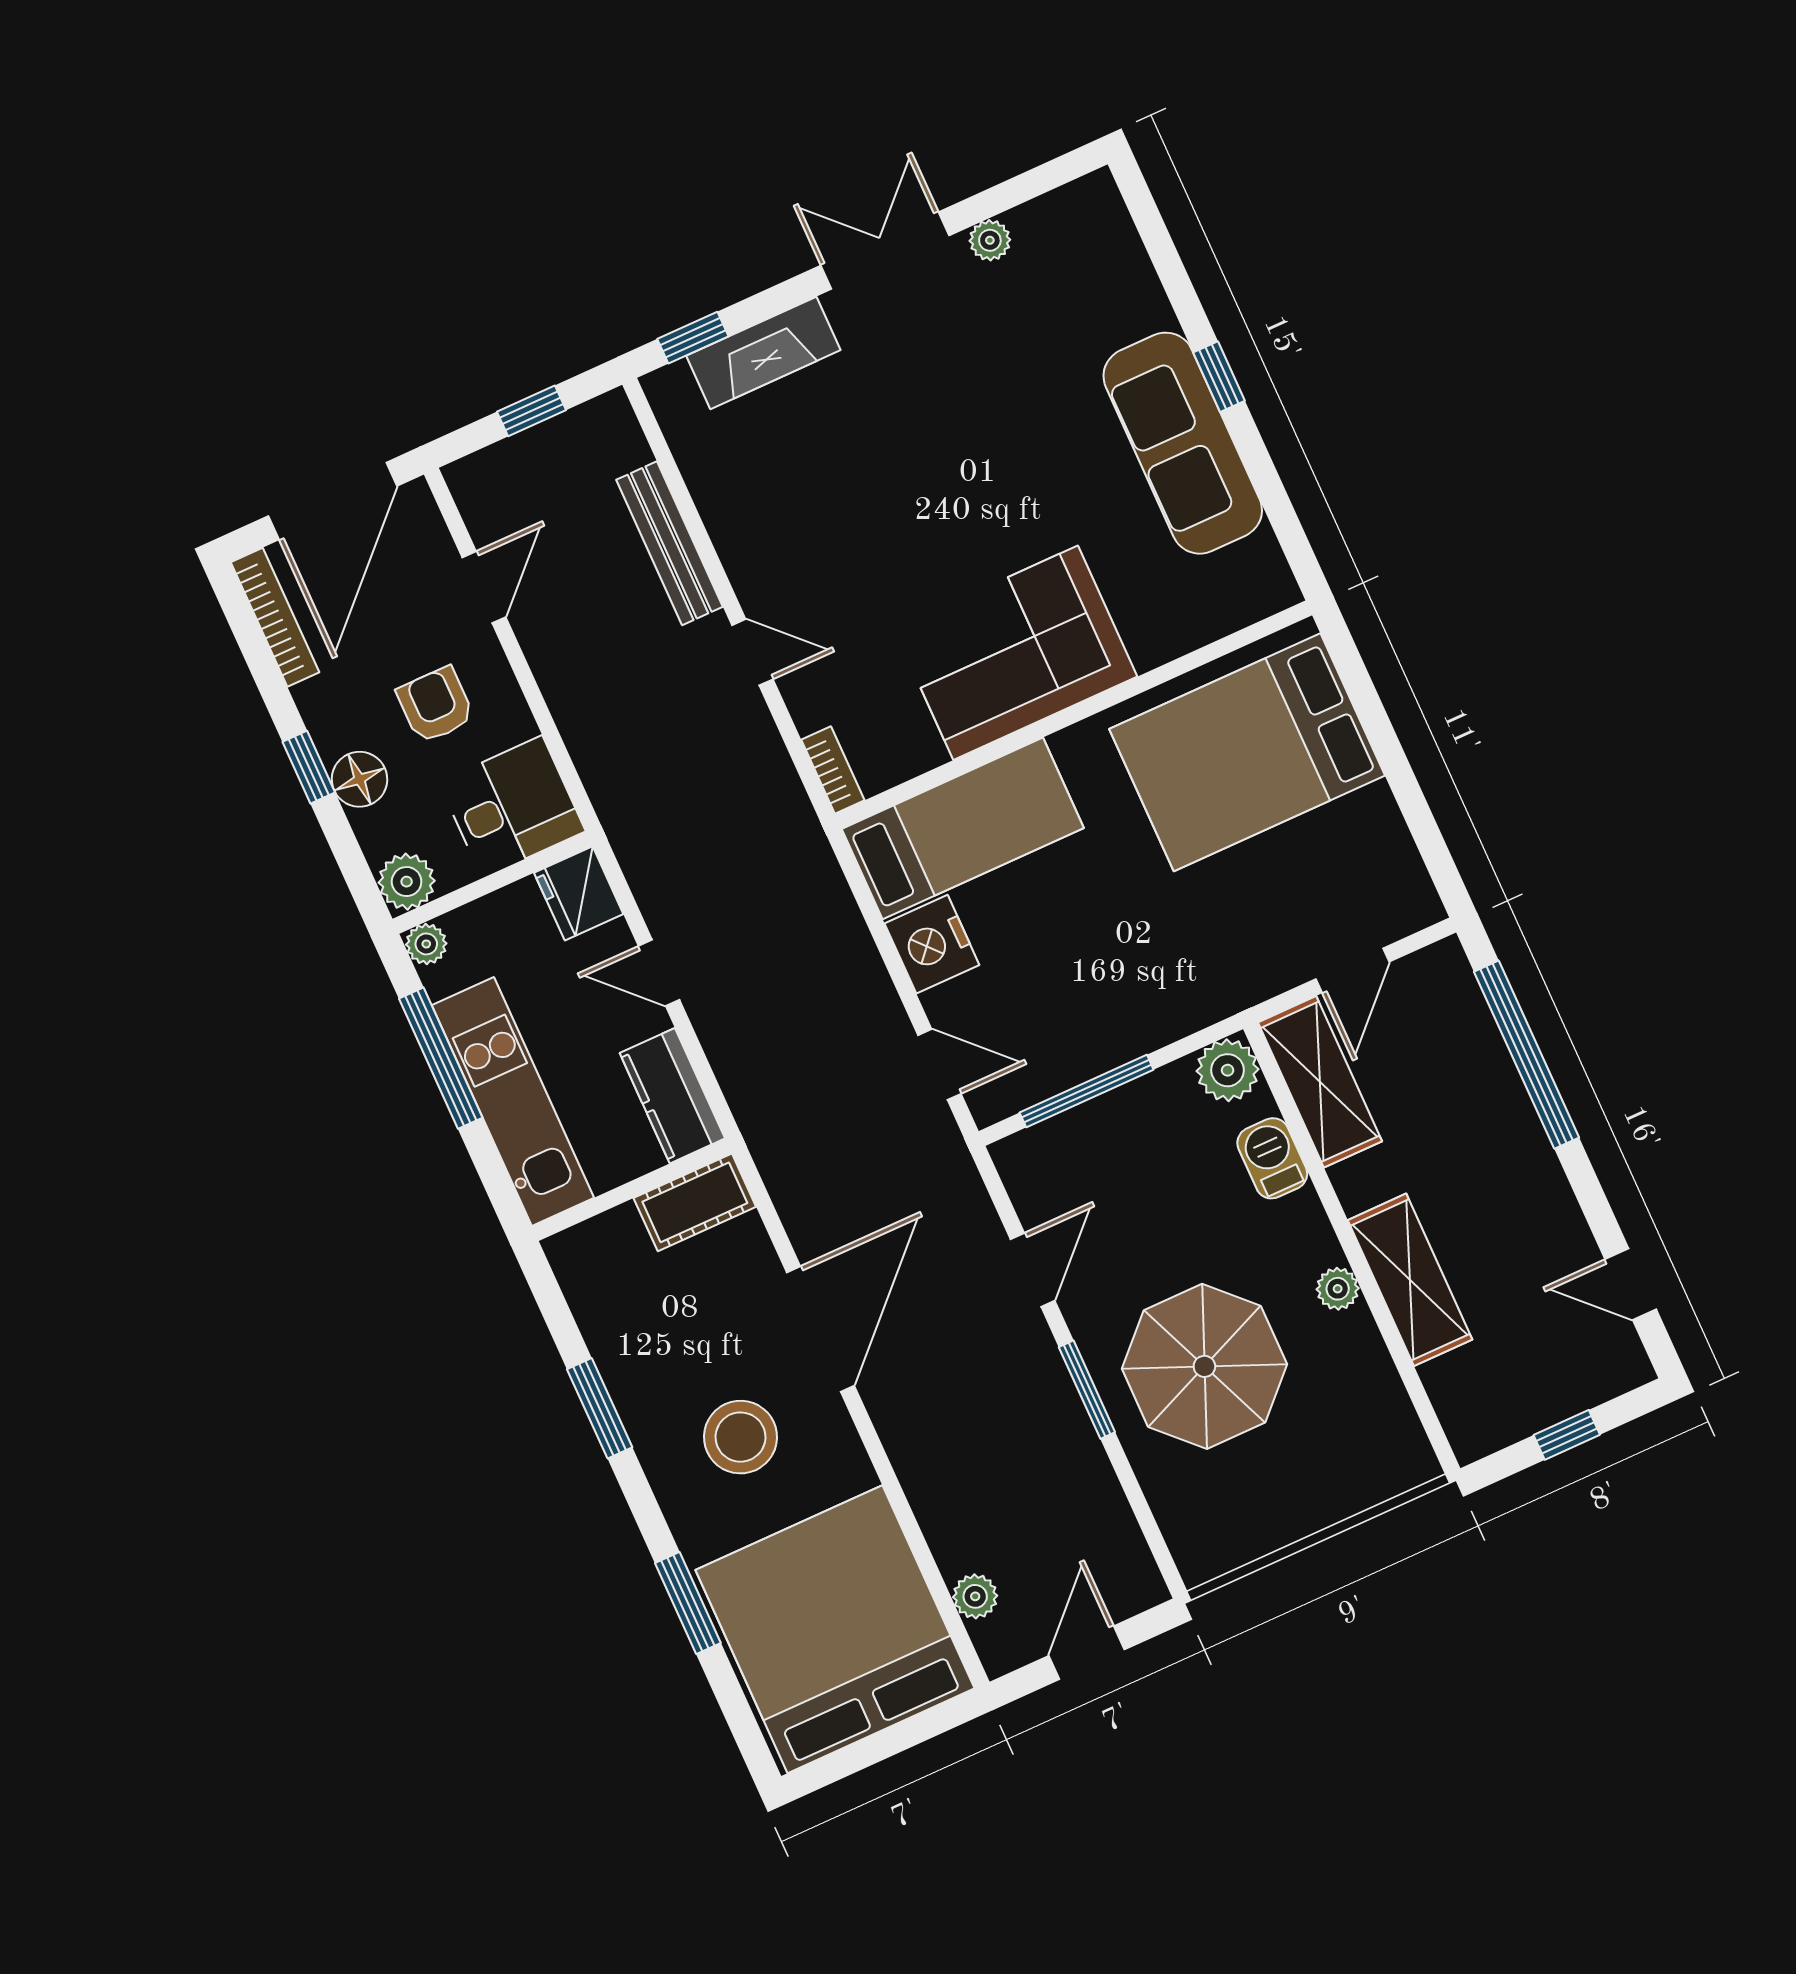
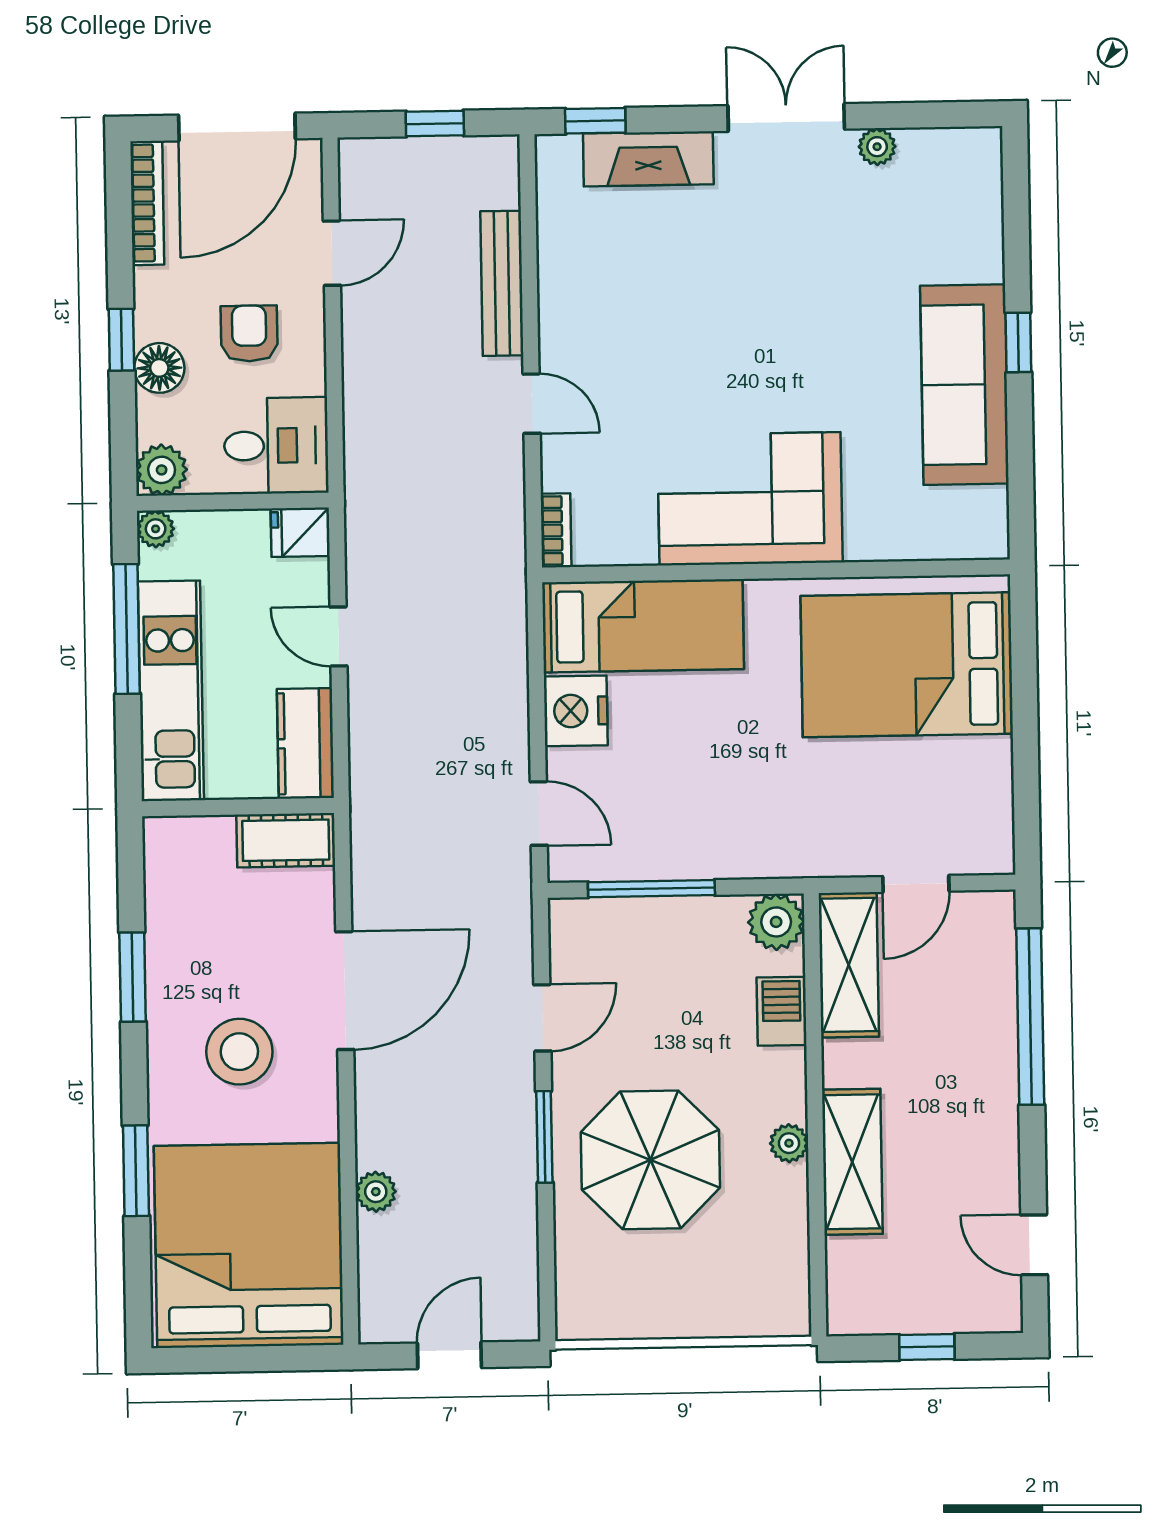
fridge: (579, 893) -> (300, 532), width x0.72
plant: (975, 1596) -> (376, 1192), moved

